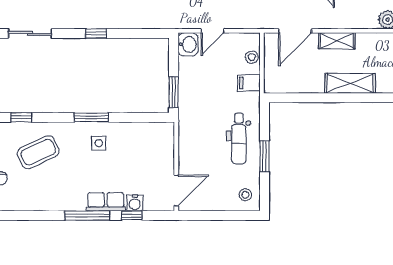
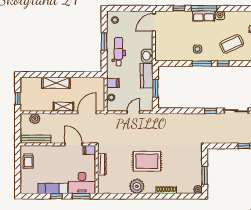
window: (96, 34) -> (211, 111), moved
washbasin: (188, 44) -> (147, 56), moved
window: (174, 92) -> (155, 88), moved
kitchen counter: (189, 96) -> (147, 76), added
window: (21, 117) -> (223, 64), moved
row of seats: (106, 202) -> (204, 16), moved
water cooler: (135, 203) -> (220, 15), moved

